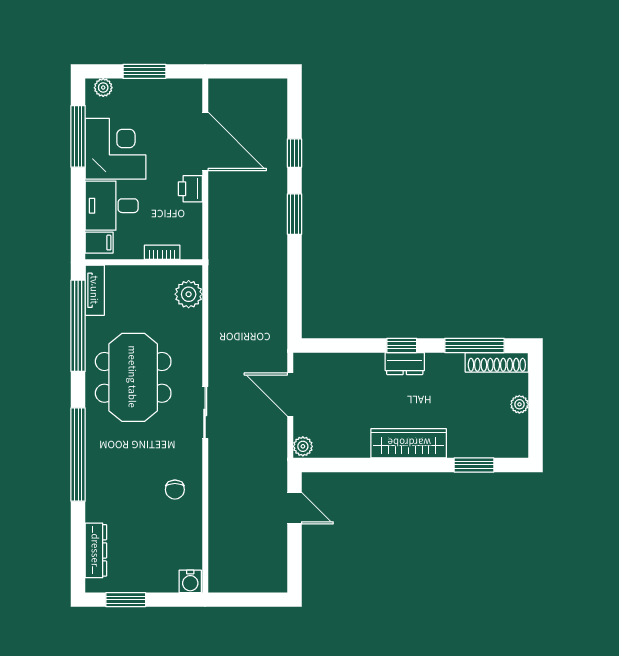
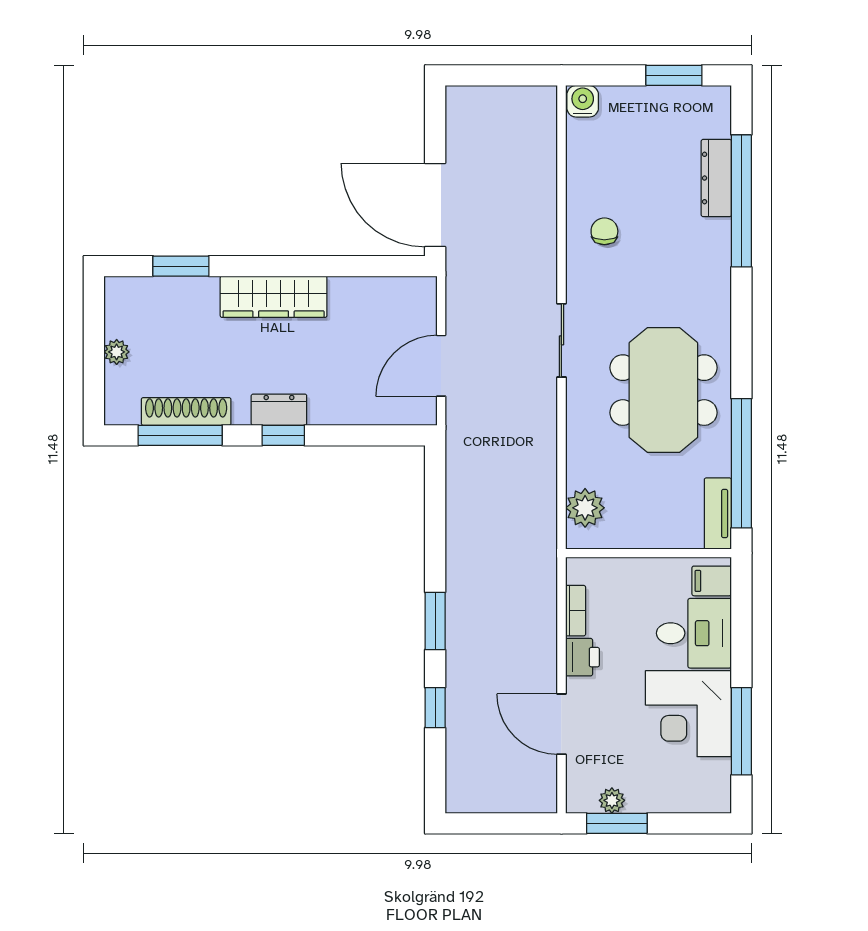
window: (144, 71) -> (617, 823), moved
plant: (103, 88) -> (612, 800), moved
door: (205, 141) -> (561, 724), width x0.73
bookcase: (162, 252) -> (576, 611), moved, turned -90
shoe rack: (497, 362) -> (186, 411), moved
door: (290, 395) -> (441, 366), swing flipped
plant: (303, 446) -> (423, 293), removed
window: (78, 455) -> (741, 201), moved
door: (295, 508) -> (435, 205), width x1.87
dresser: (96, 550) -> (716, 178), moved

